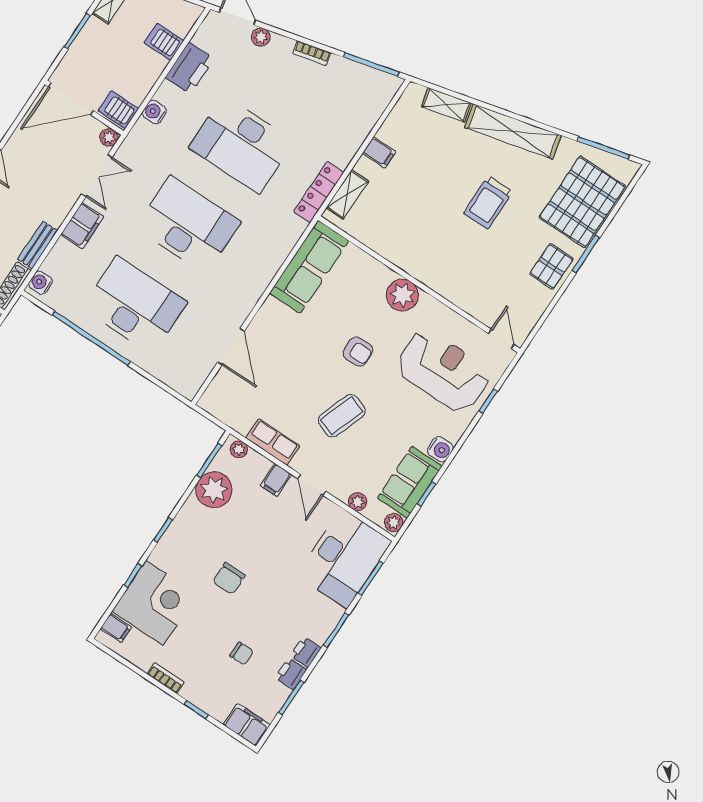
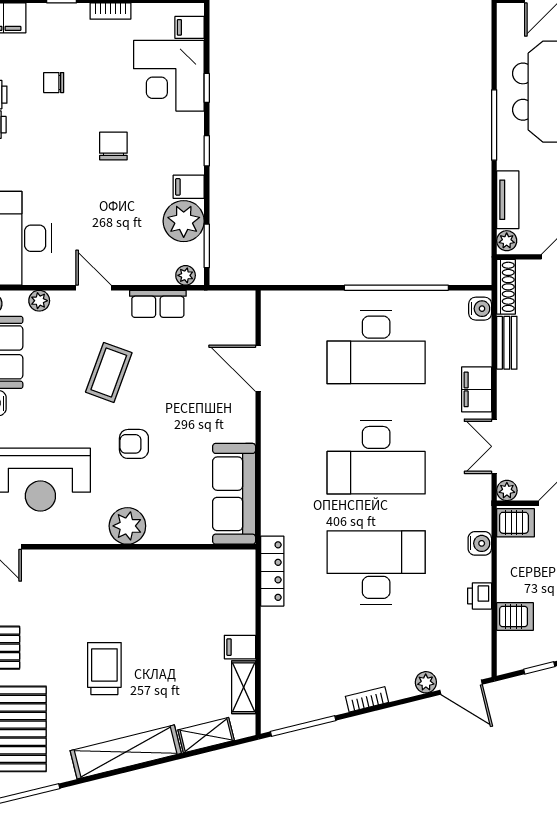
printer: (190, 68) -> (480, 596), width x0.53, depth x0.68
shelving: (347, 194) -> (244, 687), moved
filing cabinet: (276, 480) -> (189, 187), moved, turned -90

